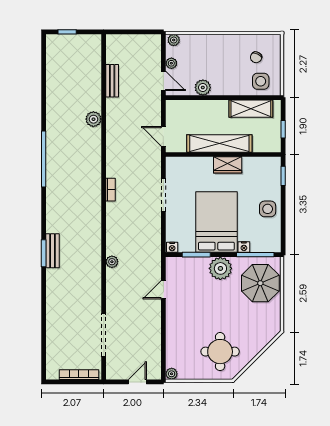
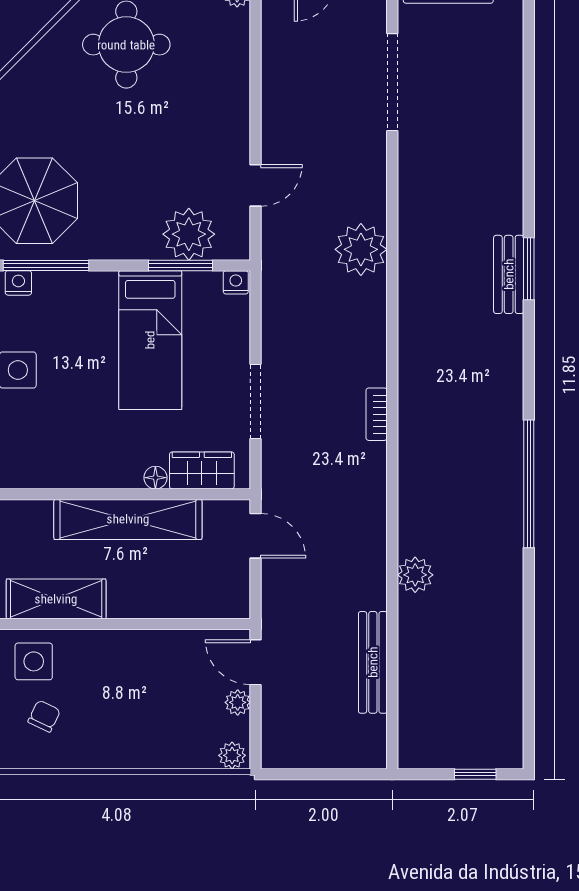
bench: (112, 81) -> (373, 662), width x1.36
plant: (203, 87) -> (166, 647), removed
floor lamp: (207, 162) -> (155, 478), added
wardrobe: (228, 165) -> (202, 470), moved
bed: (216, 222) -> (150, 340), width x0.67
nightstand: (244, 247) -> (18, 283), moved
plant: (112, 262) -> (361, 249), width x1.88, depth x1.88
plant: (220, 268) -> (189, 234), moved

